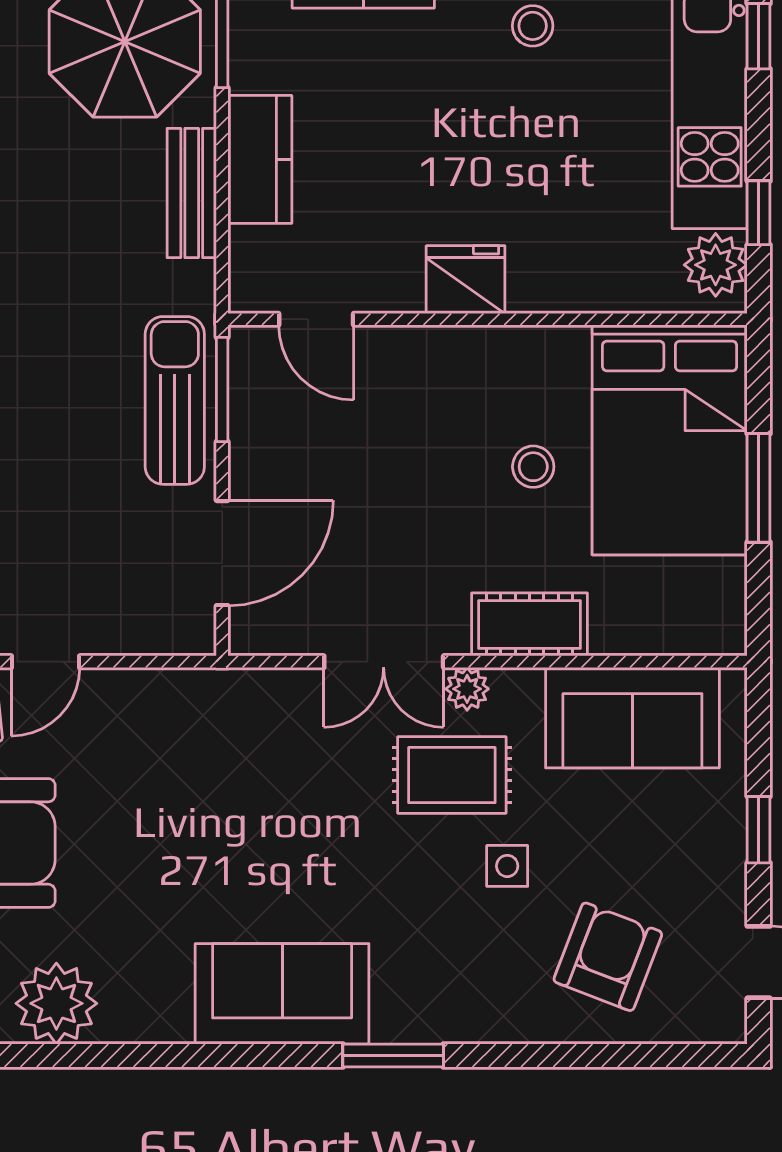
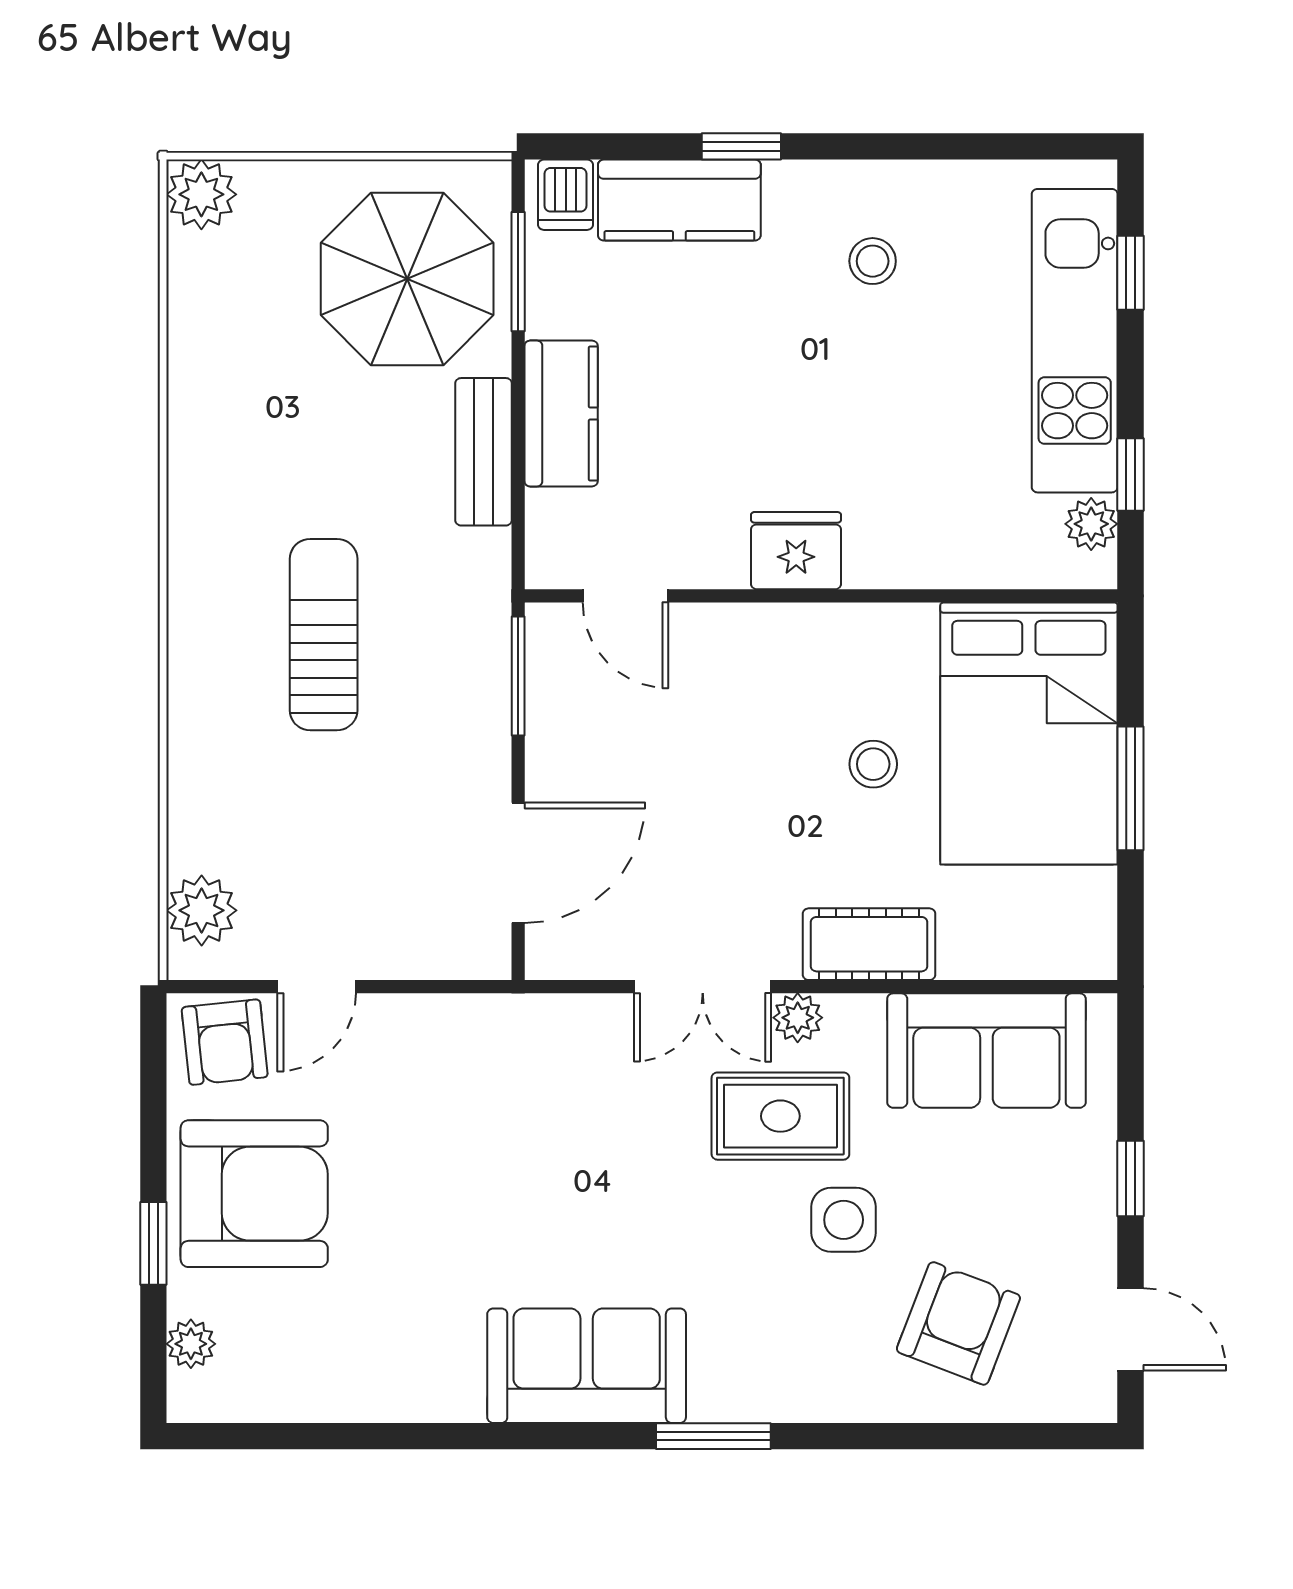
plant: (716, 265) -> (1091, 524), width x0.73, depth x0.73
sun lounger: (175, 400) -> (324, 635), moved
side table: (507, 866) -> (844, 1220), width x1.37, depth x1.37
plant: (56, 1003) -> (329, 1377), removed

